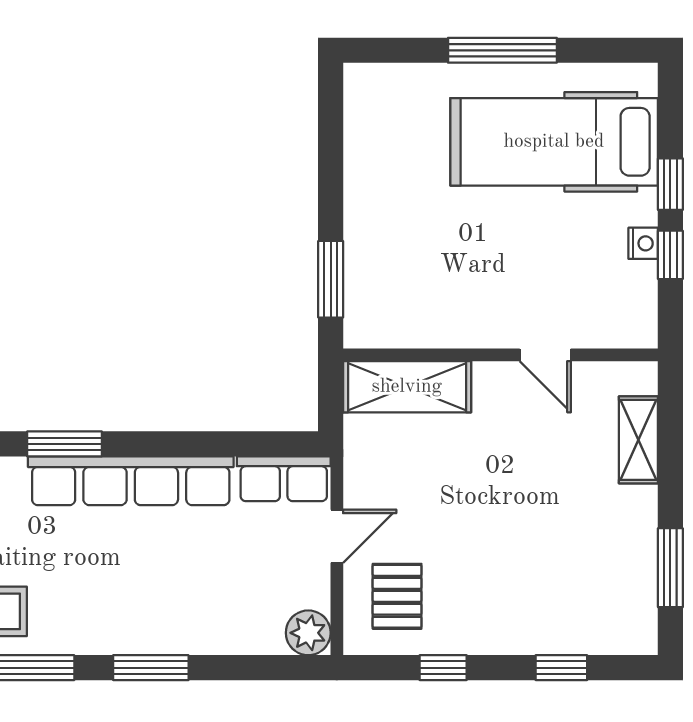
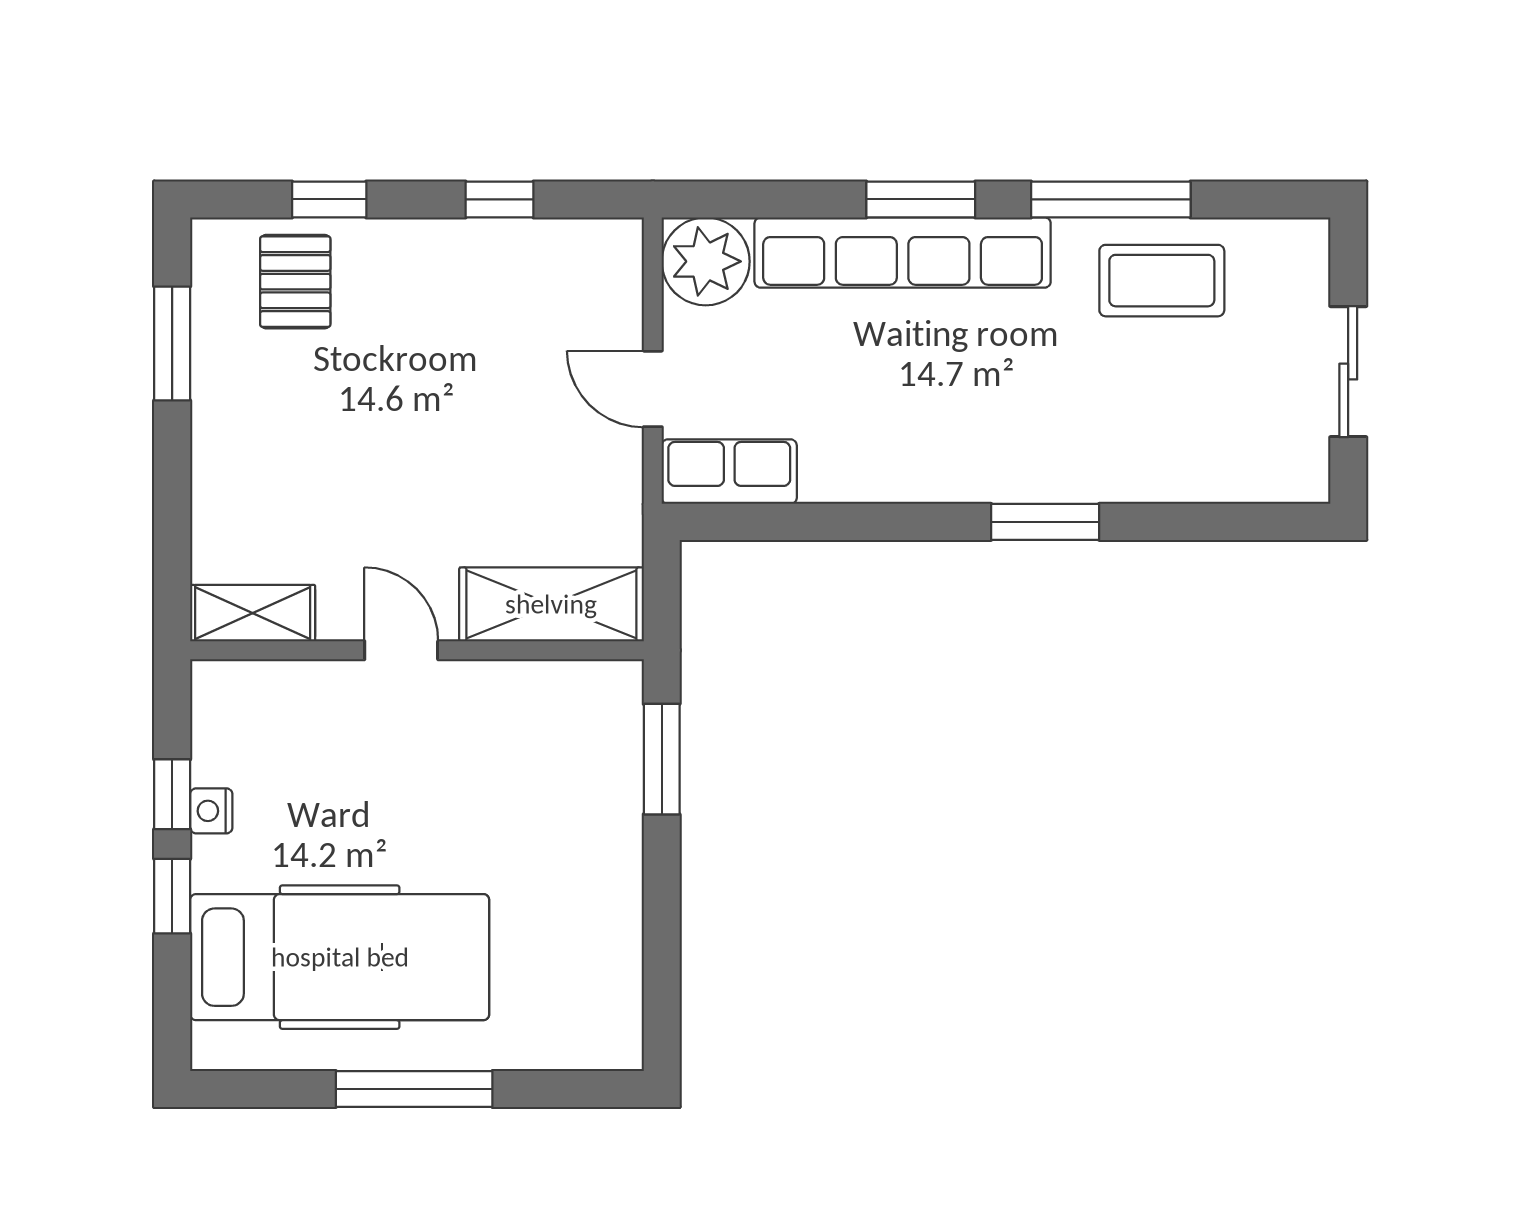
door: (545, 355) -> (401, 650), moved
shelving: (638, 440) -> (253, 613), moved, turned 90
row of seats: (131, 481) -> (903, 253), moved, turned 180
door: (337, 536) -> (653, 389), hinge flipped
pallet: (397, 596) -> (295, 282), moved
plant: (308, 633) -> (706, 261), width x1.36, depth x1.36

